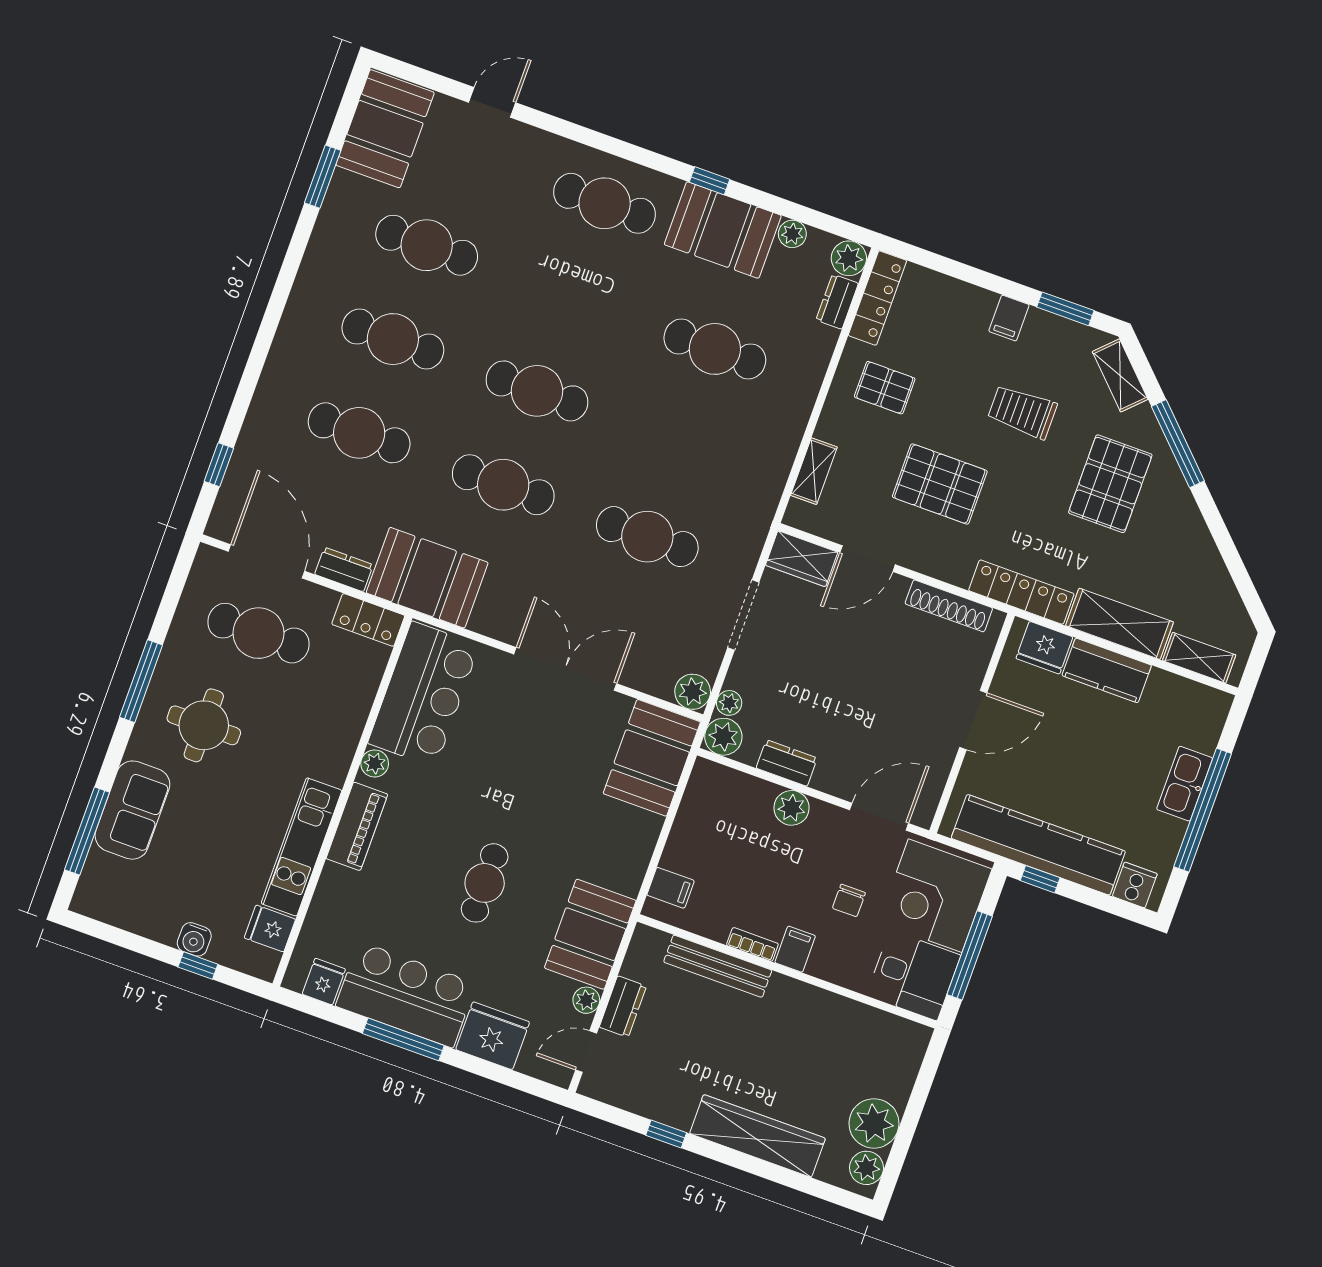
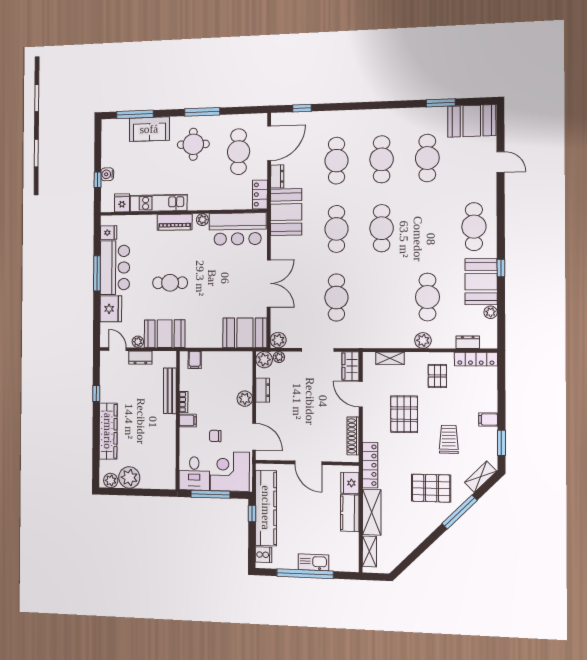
plant: (849, 258) -> (423, 340), moved

